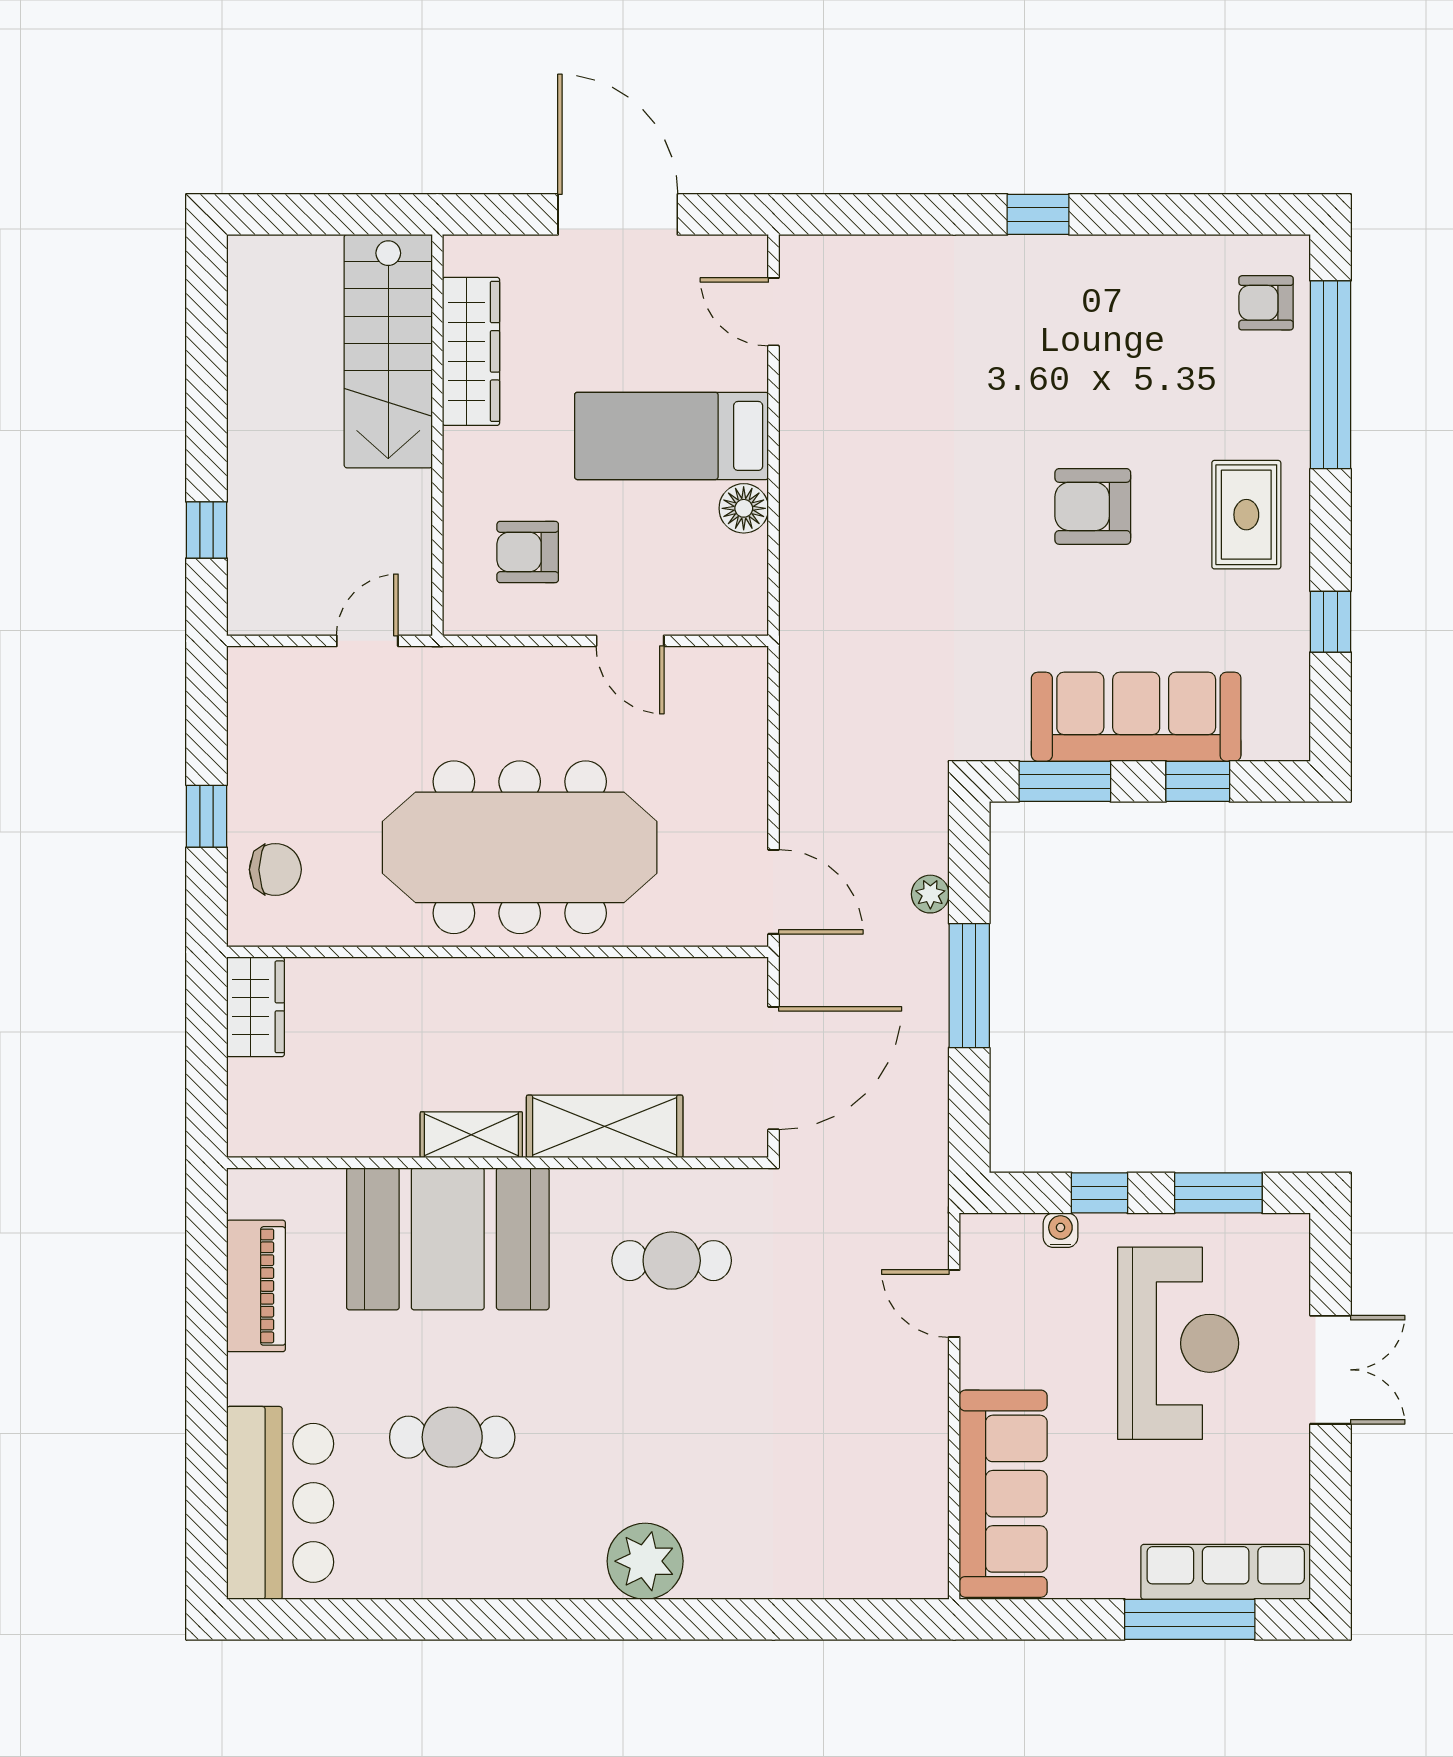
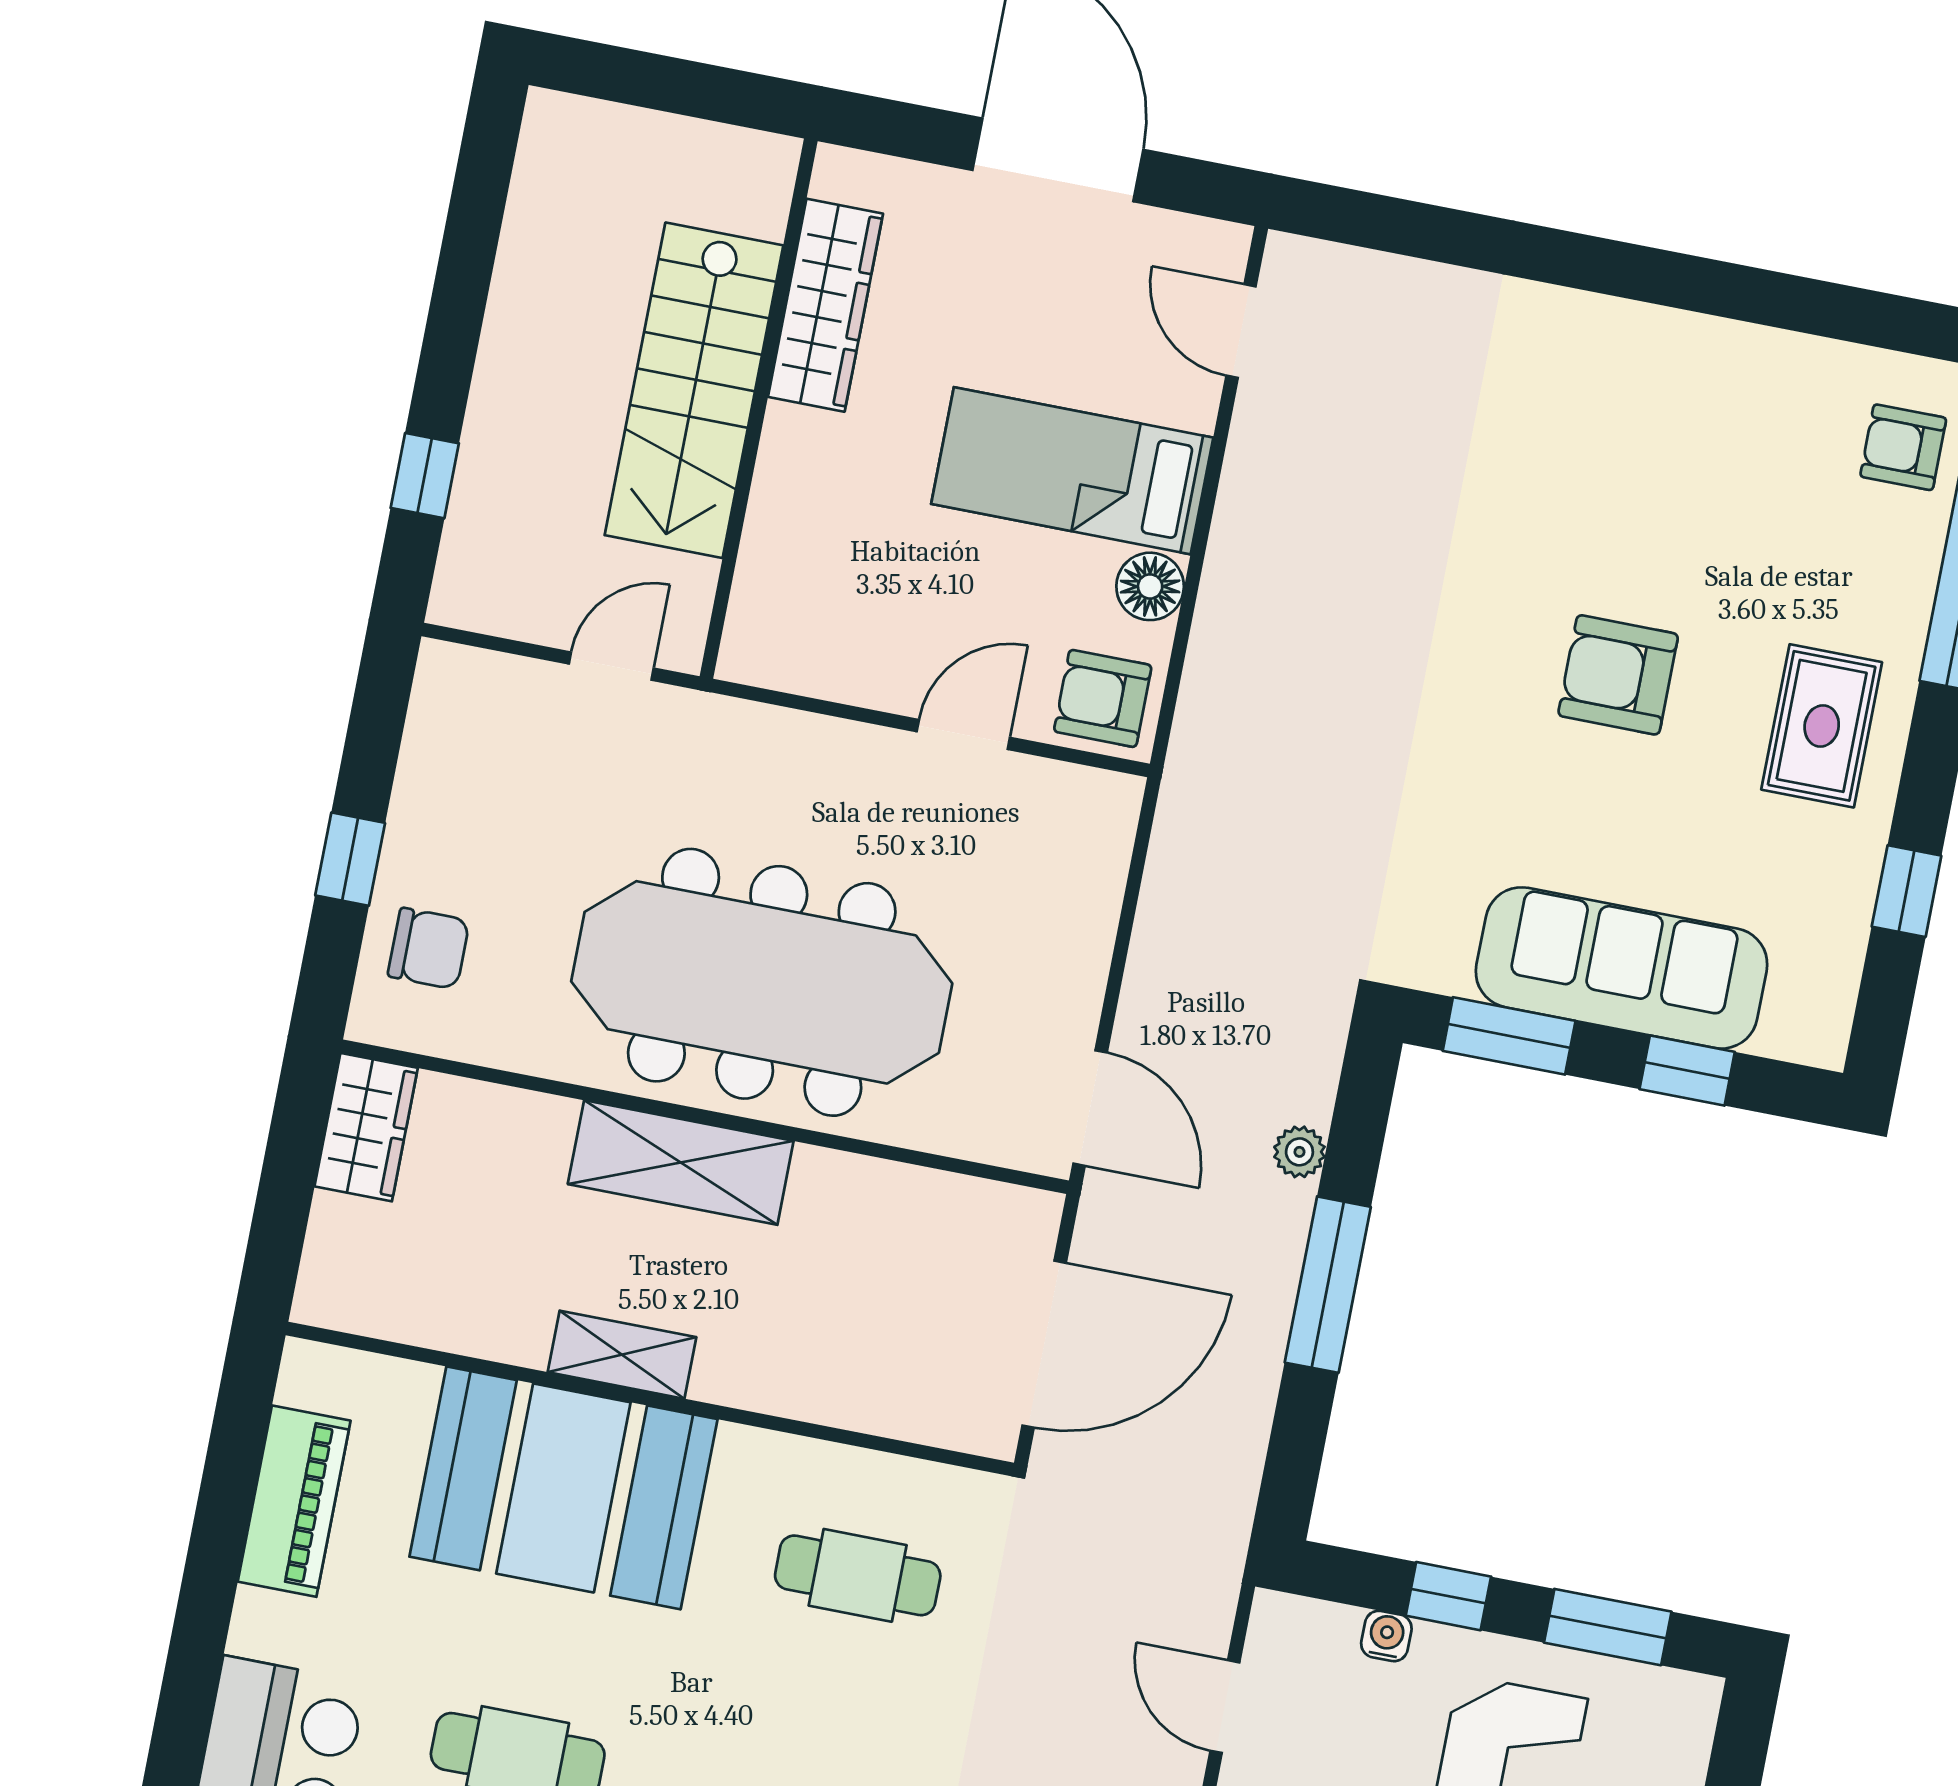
window: (1038, 214) -> (1621, 269), removed
stairs: (388, 351) -> (694, 390), moved
armchair: (528, 552) -> (1103, 698), moved
door: (630, 641) -> (963, 734), swing flipped
shelving: (605, 1126) -> (681, 1163), moved

